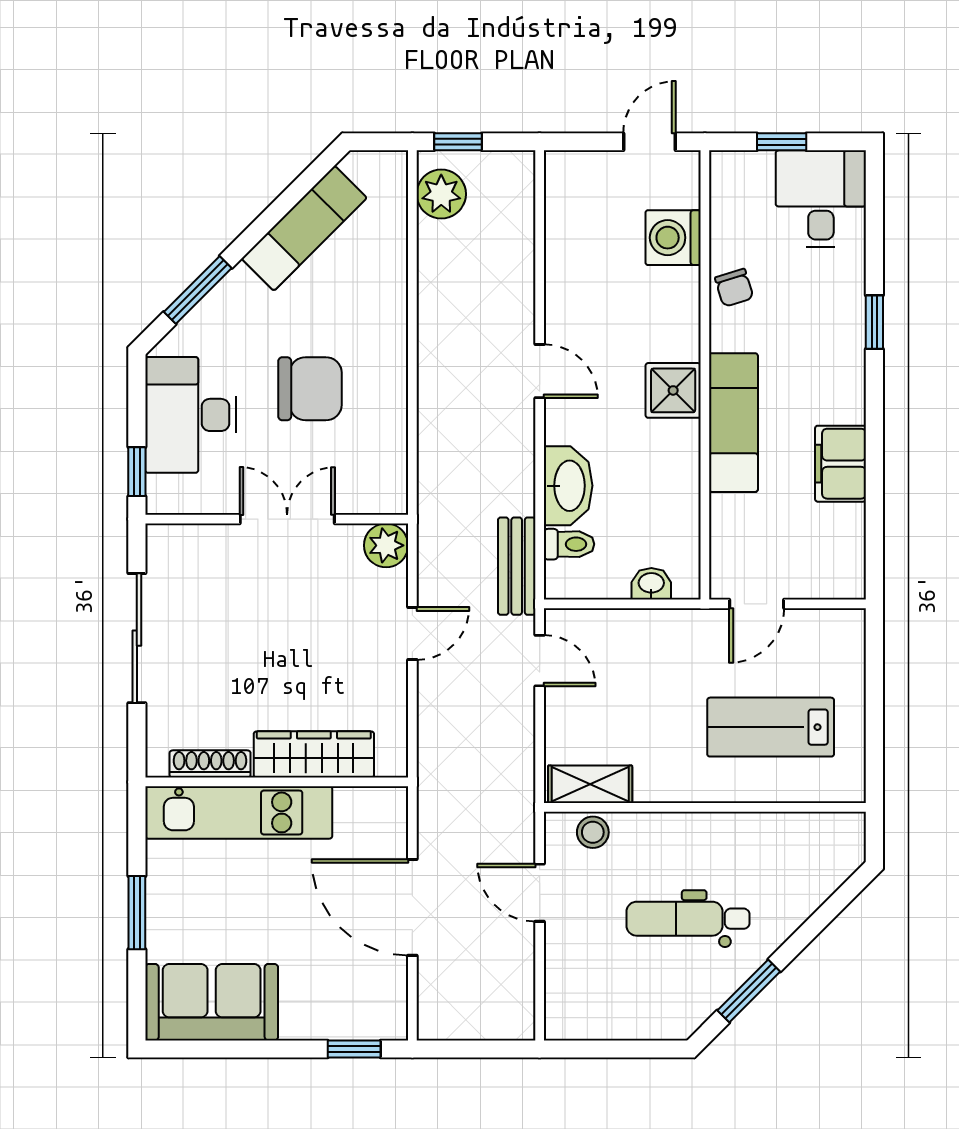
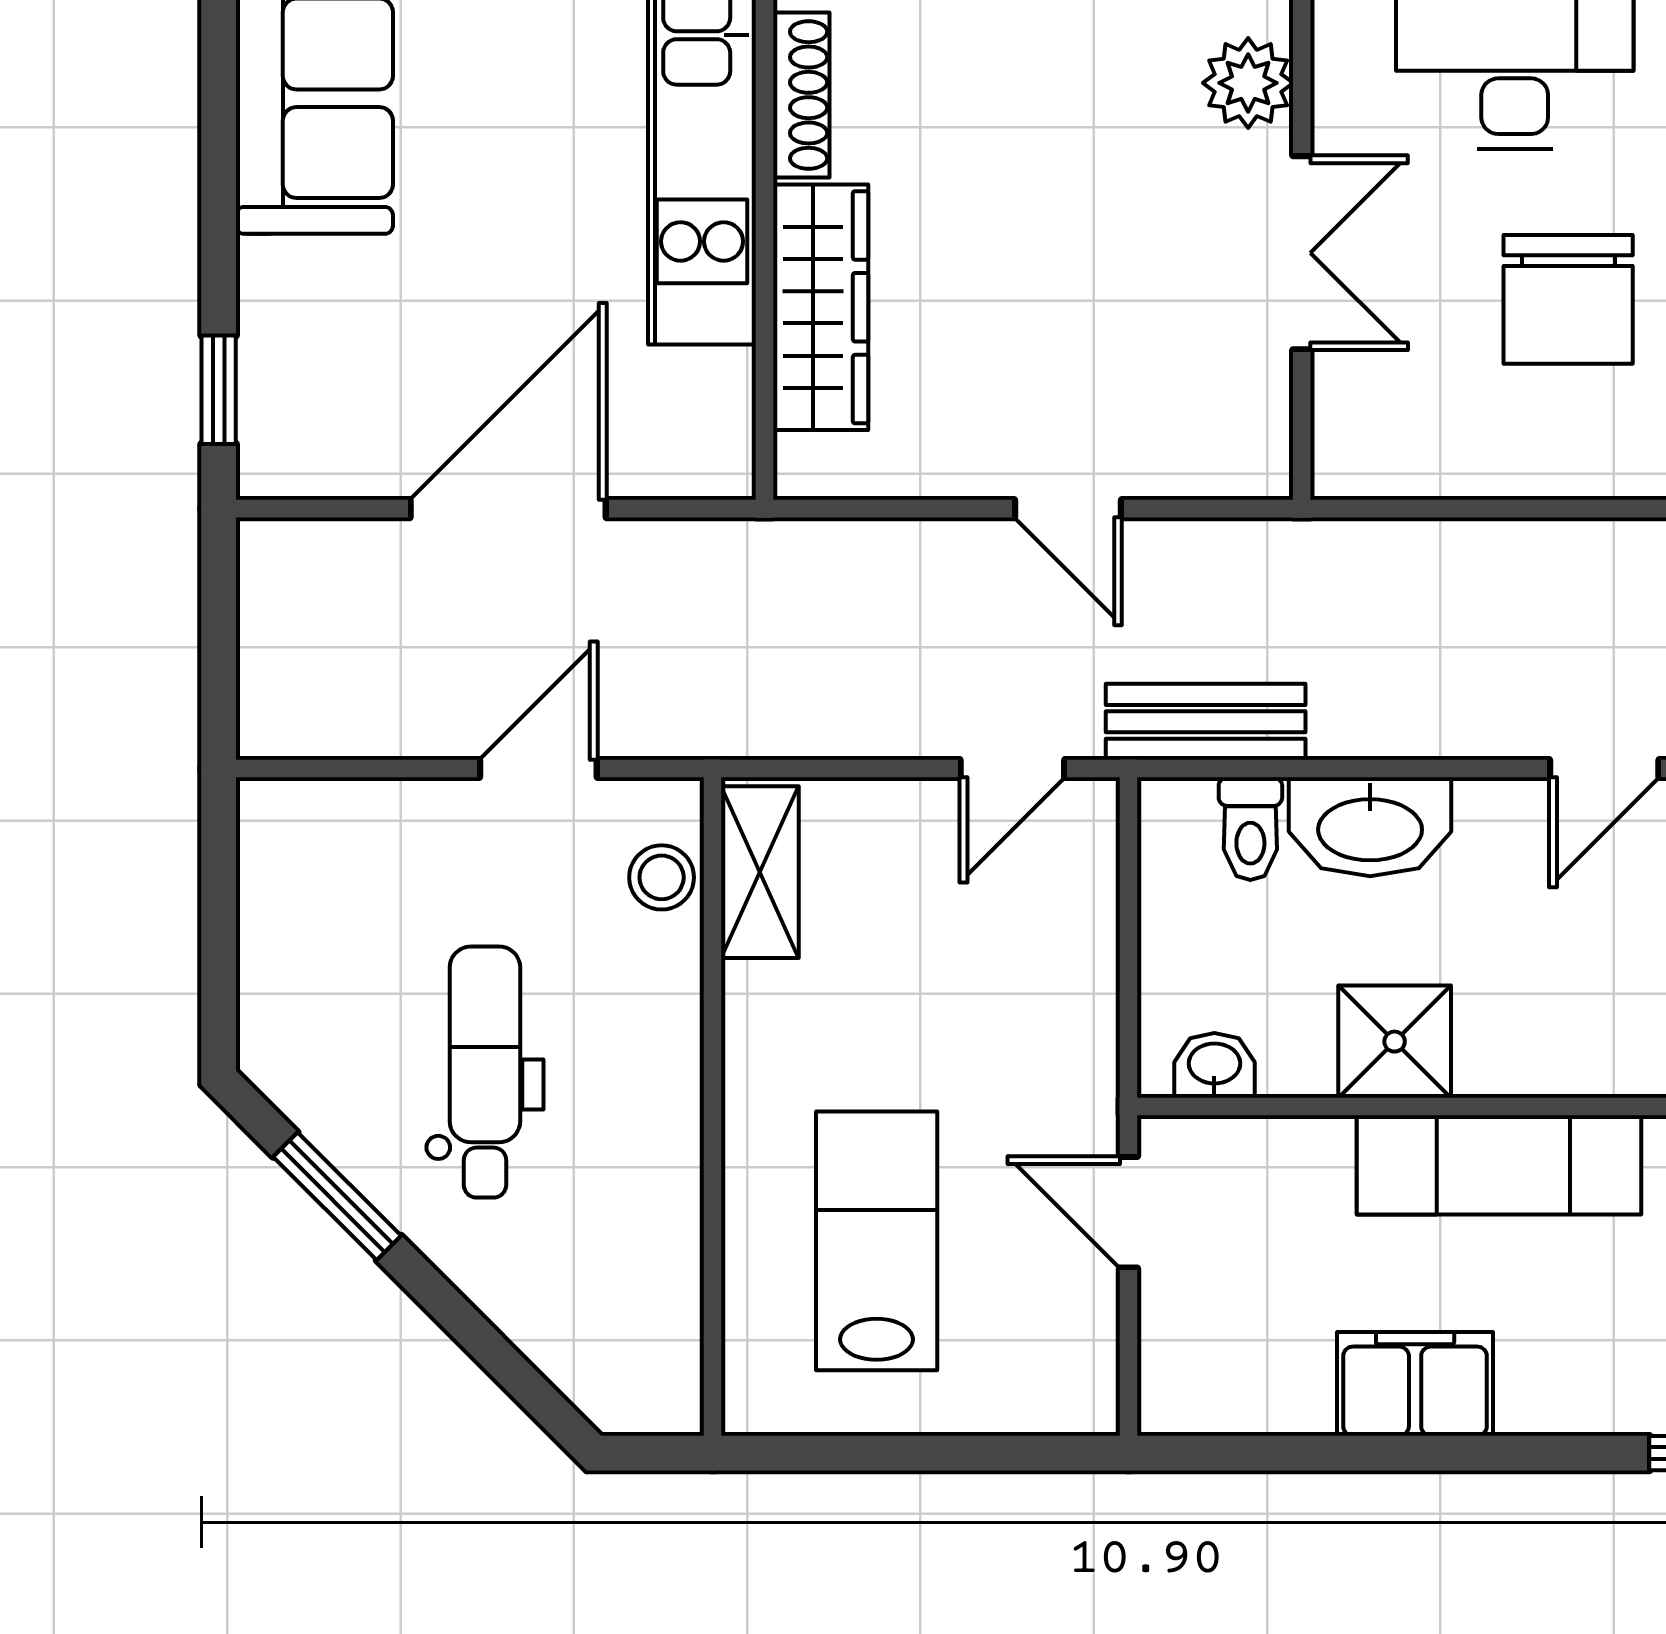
shower: (673, 390) -> (1395, 1042), moved
plant: (386, 545) -> (1248, 83), moved
washbasin: (651, 584) -> (1214, 1065), moved, turned -90

